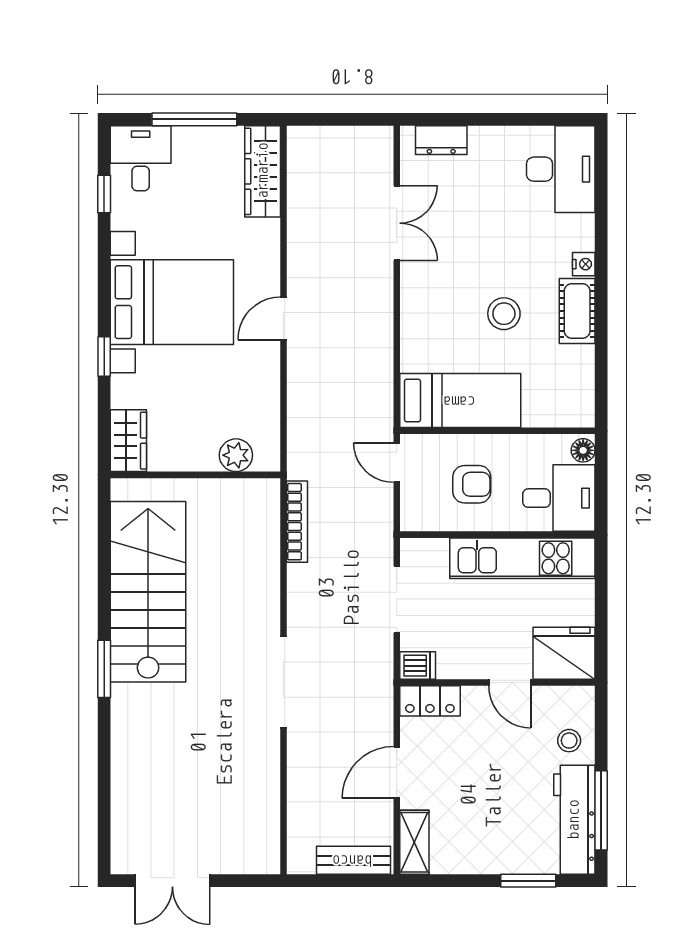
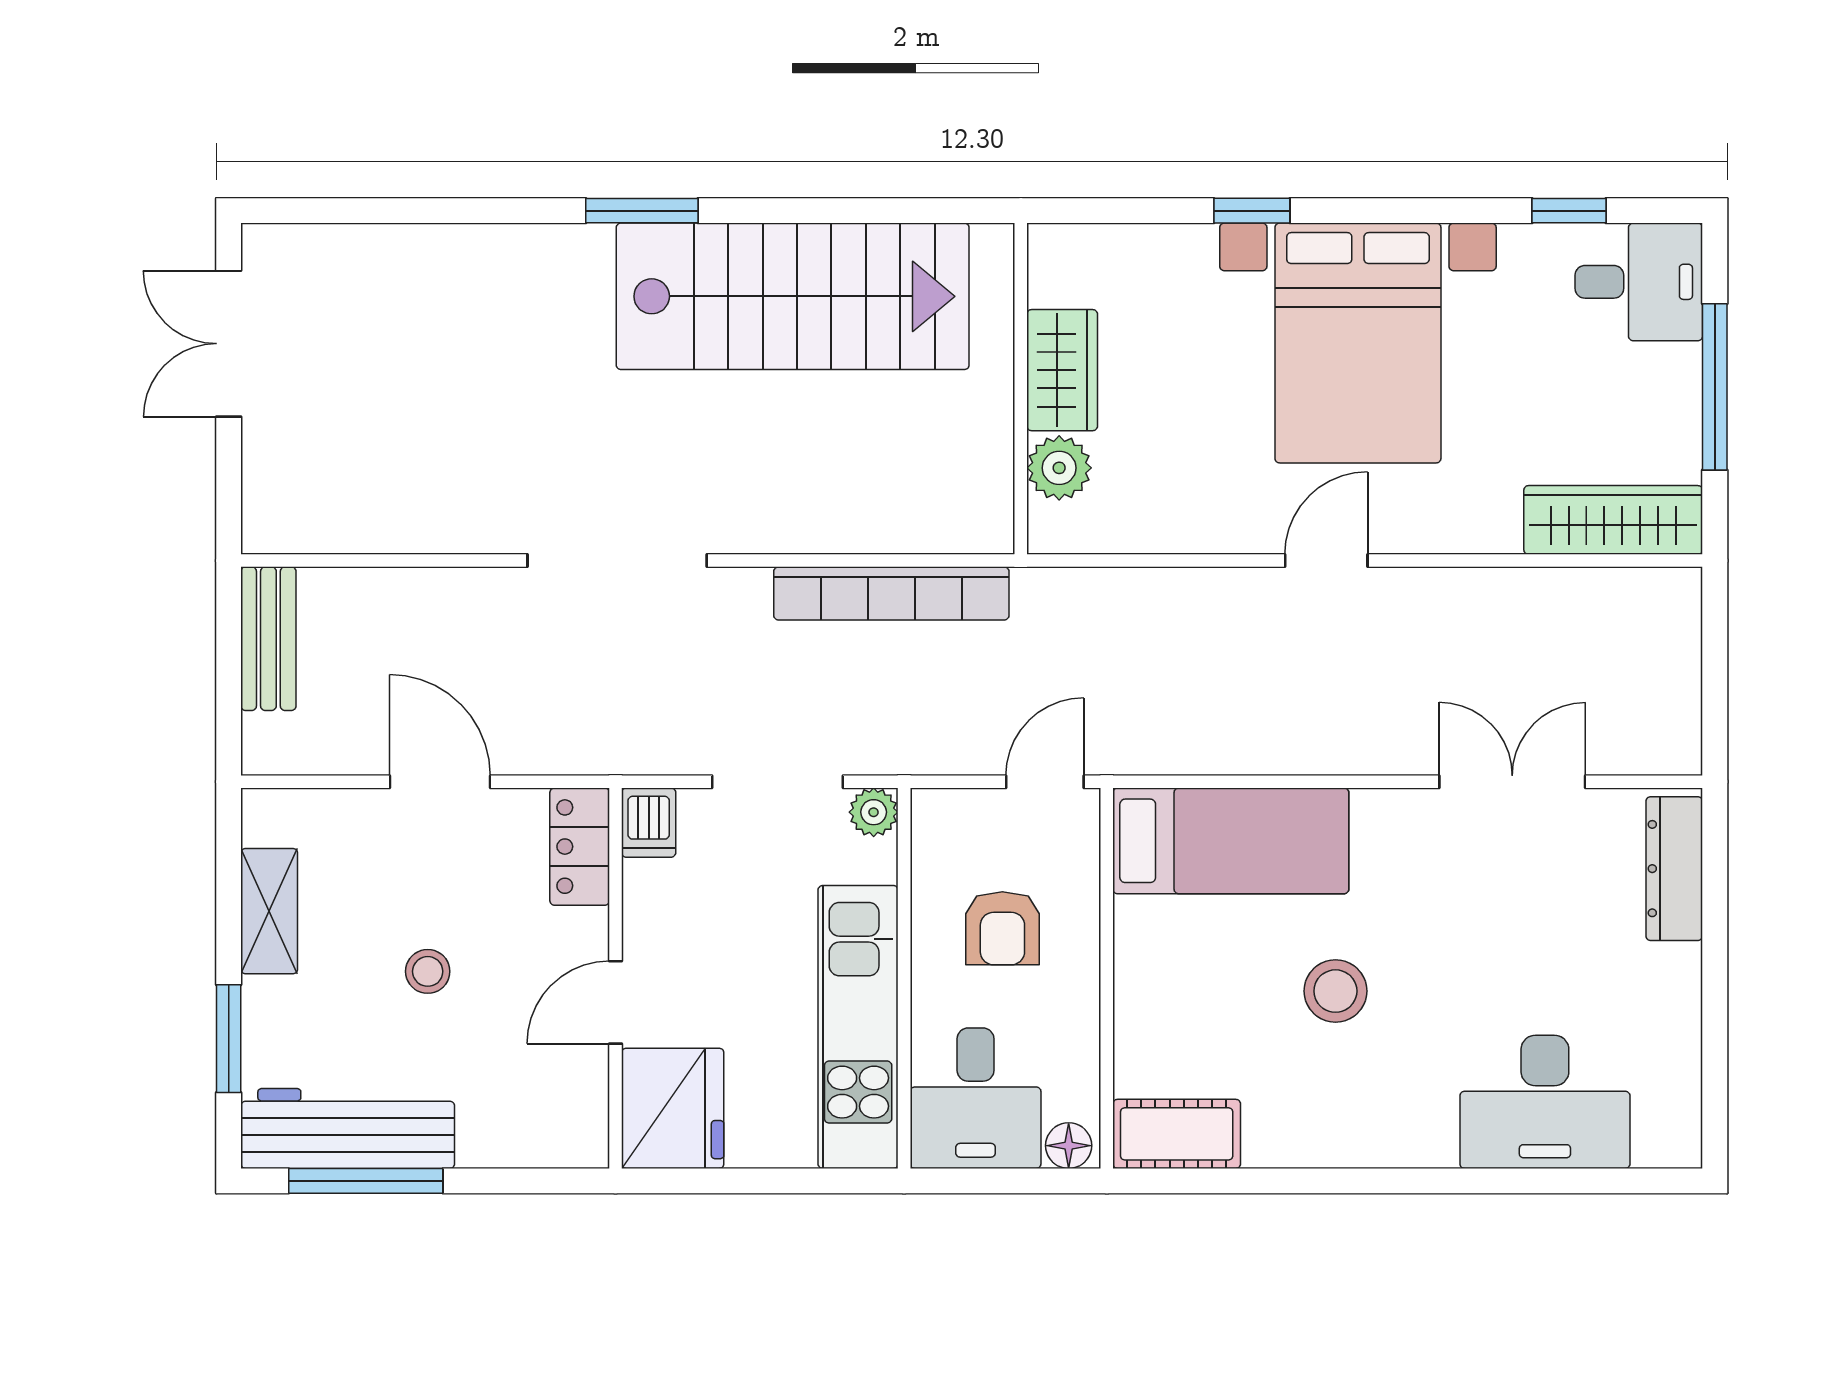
dresser: (441, 140) -> (1674, 869), width x1.44
desk: (561, 169) -> (1545, 1102), moved
double door: (397, 223) -> (1512, 782), swing flipped
nightstand: (584, 264) -> (1432, 1147), removed
cot: (577, 311) -> (1177, 1134), moved
door: (283, 318) -> (1326, 561), hinge flipped
bed: (460, 401) -> (1231, 841), moved, turned -90
wardrobe: (128, 441) -> (1062, 370), moved, turned -90
bookcase: (297, 522) -> (891, 593), width x1.48, depth x1.31
plant: (412, 550) -> (874, 812), added
stool: (569, 741) -> (428, 971), moved
shelving: (414, 842) -> (269, 911), moved, turned 90
bench: (353, 860) -> (268, 639), moved

